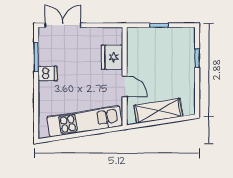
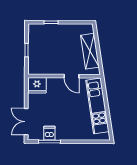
fridge: (112, 57) -> (37, 85), moved
dishwasher: (48, 73) -> (49, 133), moved
door: (125, 86) -> (72, 76), swing flipped

